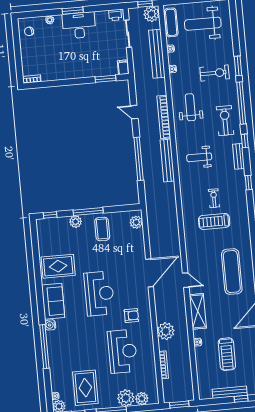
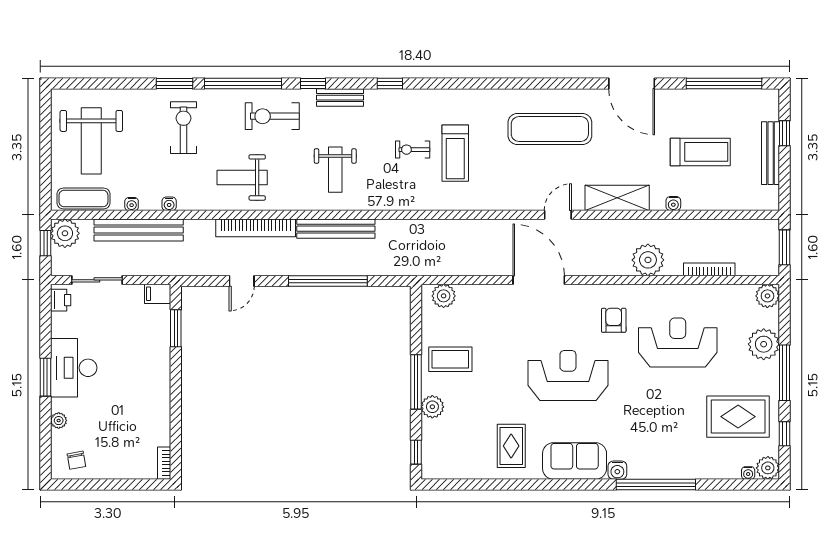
rug: (58, 266) -> (511, 446), width x0.73, depth x0.70
plant: (142, 399) -> (767, 296), moved

